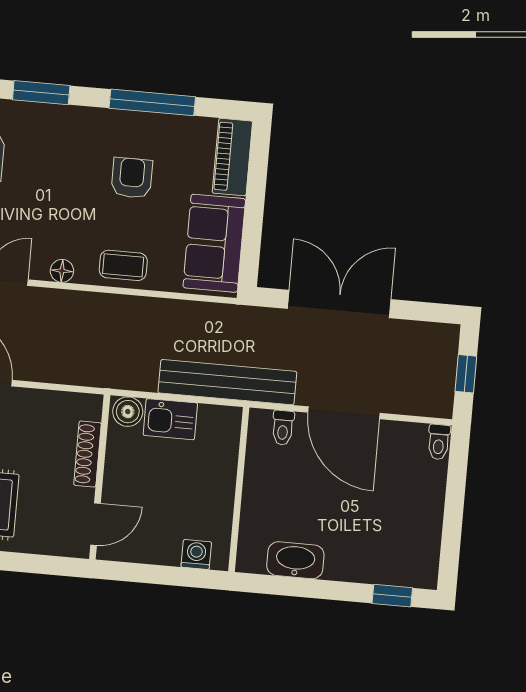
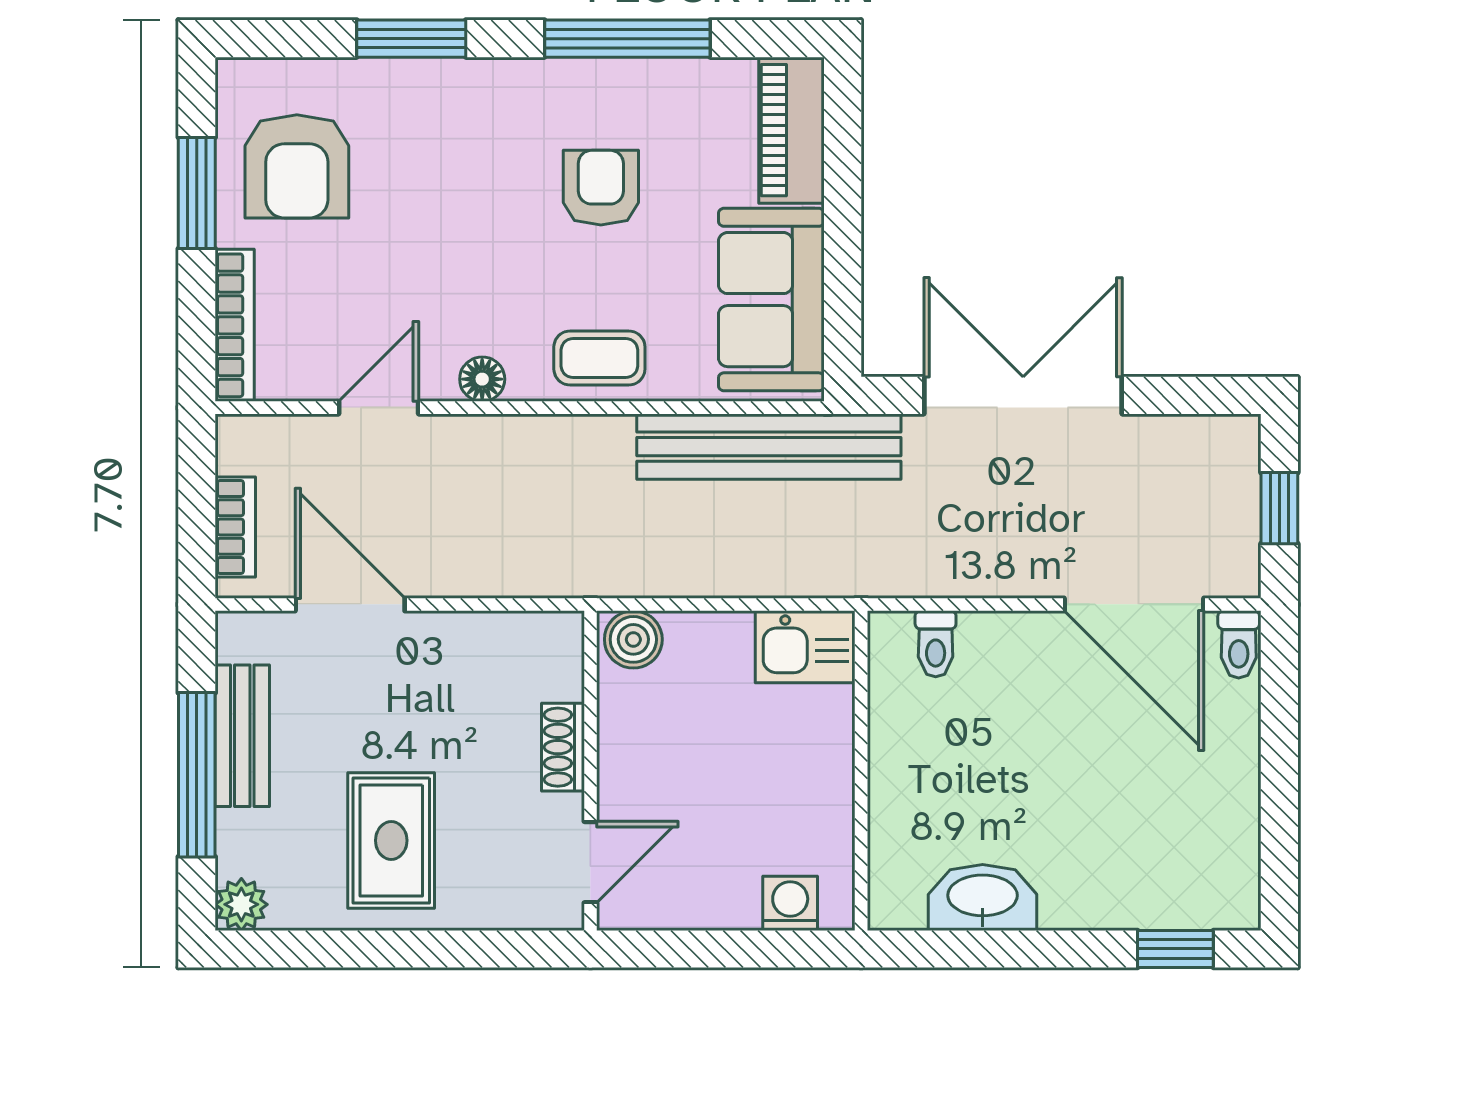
bench: (227, 382) -> (769, 447), moved
door: (344, 413) -> (1134, 604), moved
kitchen sink: (170, 419) -> (805, 647), moved
shoe rack: (87, 454) -> (563, 747), width x0.70

